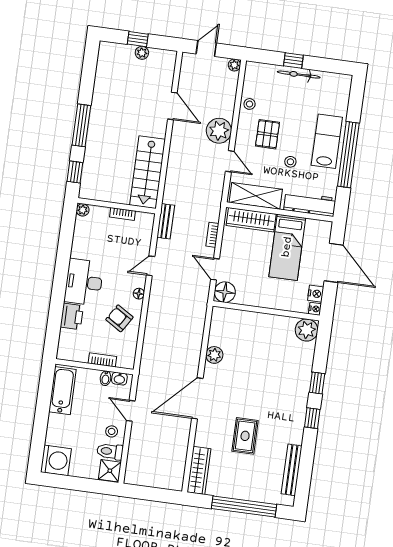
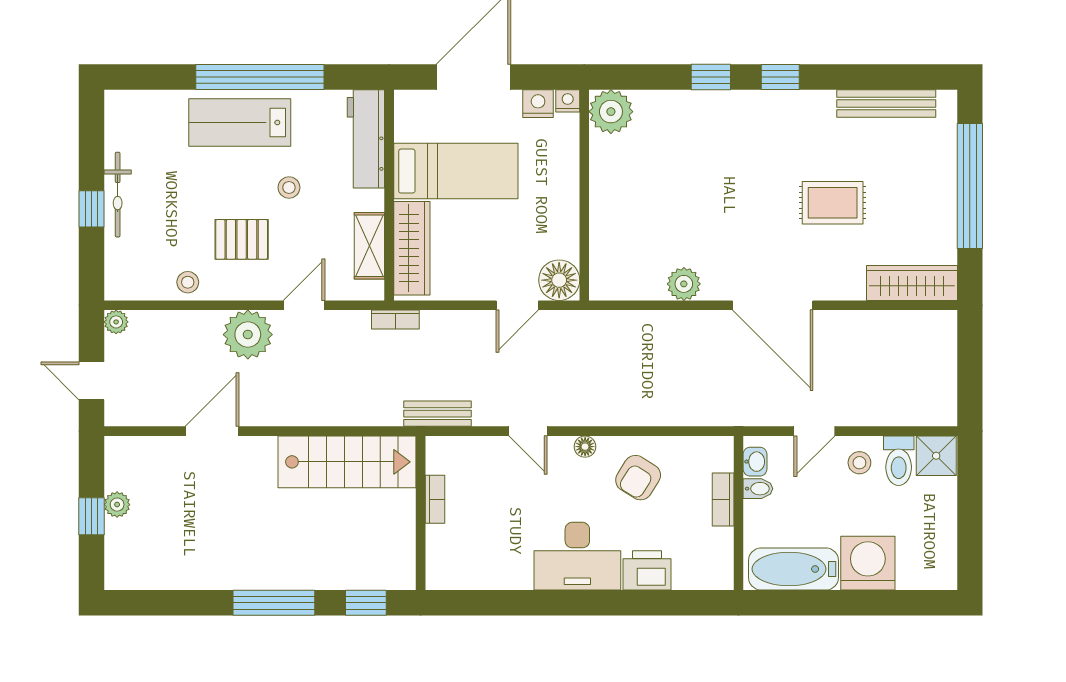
shelving: (256, 196) -> (369, 246), width x0.67, depth x0.75
plant: (83, 210) -> (438, 578), removed
bookcase: (212, 235) -> (395, 320), moved
washing machine: (56, 460) -> (868, 563), moved

